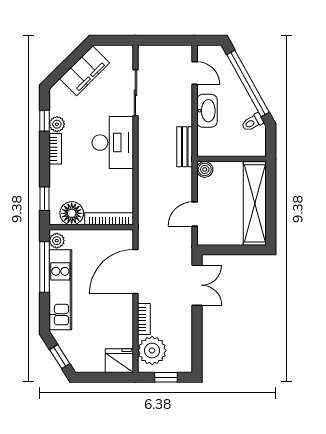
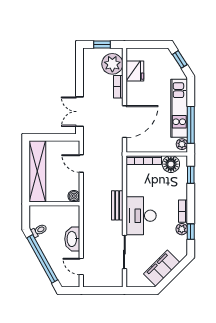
bench: (185, 147) -> (117, 205), moved
door: (195, 214) -> (81, 164), swing flipped
fridge: (119, 361) -> (135, 71), moved, turned -90

